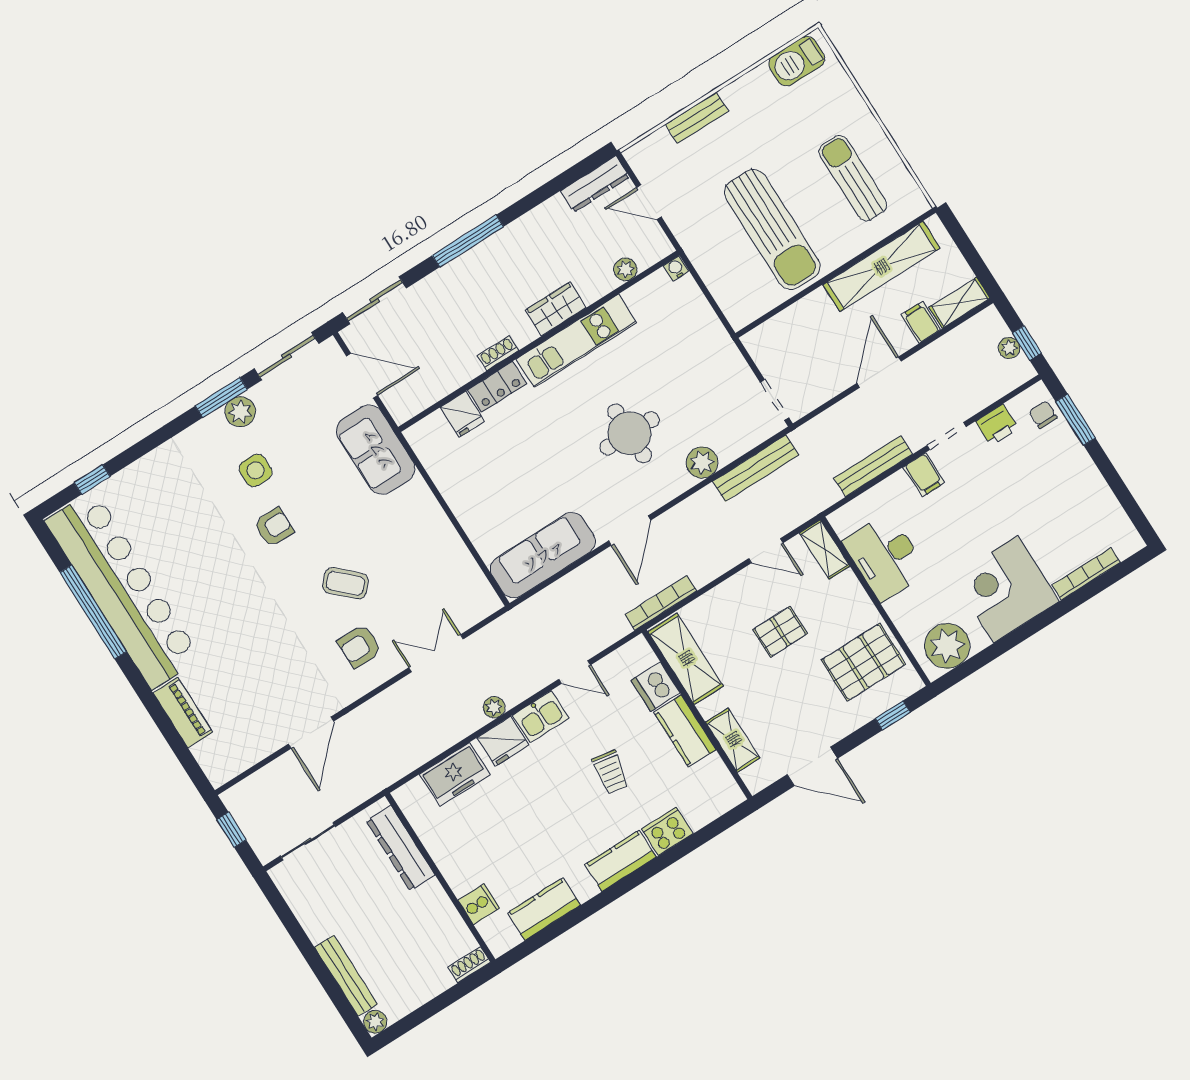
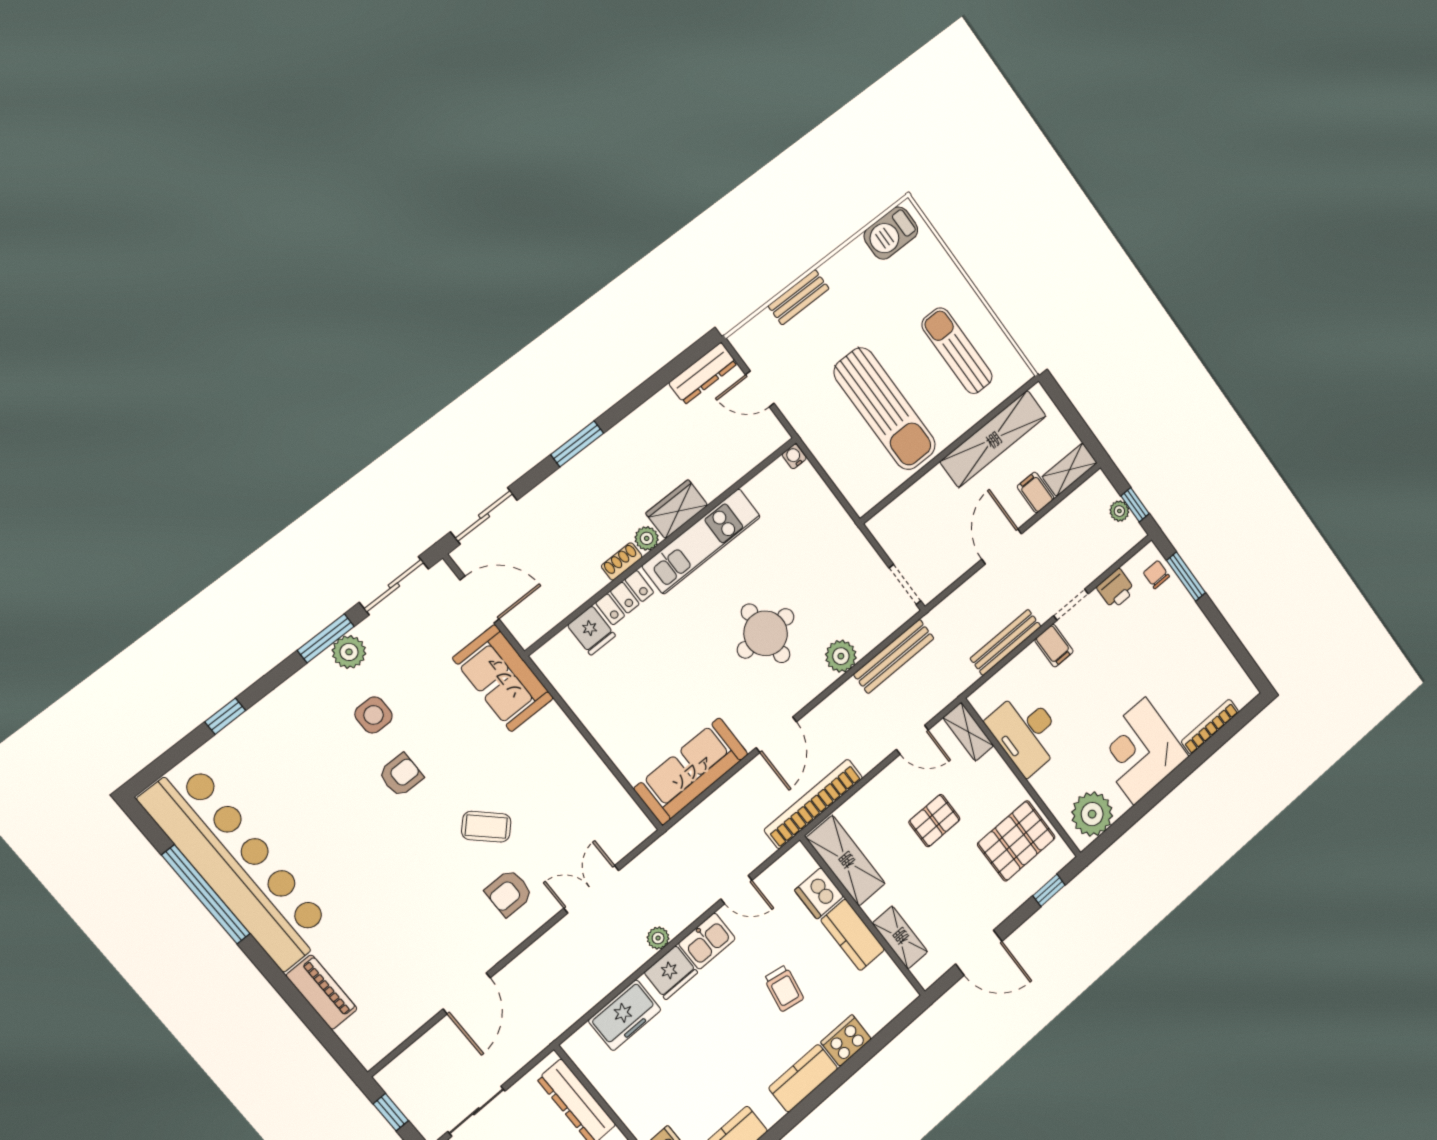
window: (468, 241) -> (577, 444), width x0.69
plant: (625, 269) -> (647, 538), moved
window: (92, 480) -> (225, 716), moved
bookcase: (661, 603) -> (813, 804), width x1.48, depth x1.31

